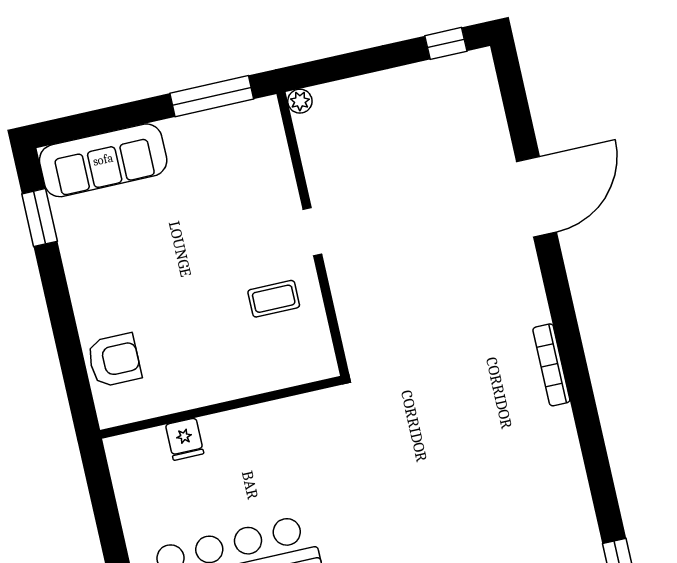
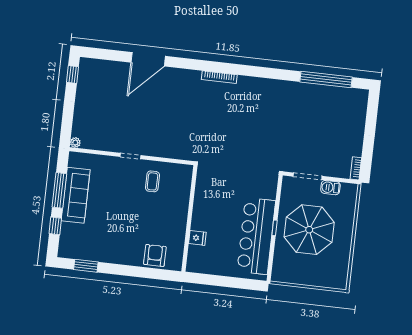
window: (212, 96) -> (59, 190), moved
window: (103, 121) -> (55, 226), added
sofa: (103, 160) -> (76, 195), moved
door: (537, 197) -> (148, 59), swing flipped

